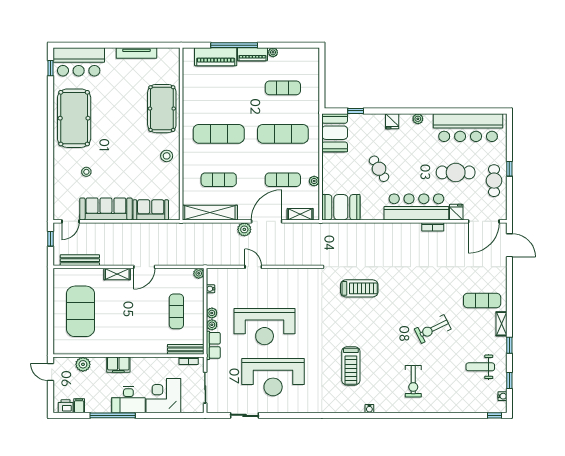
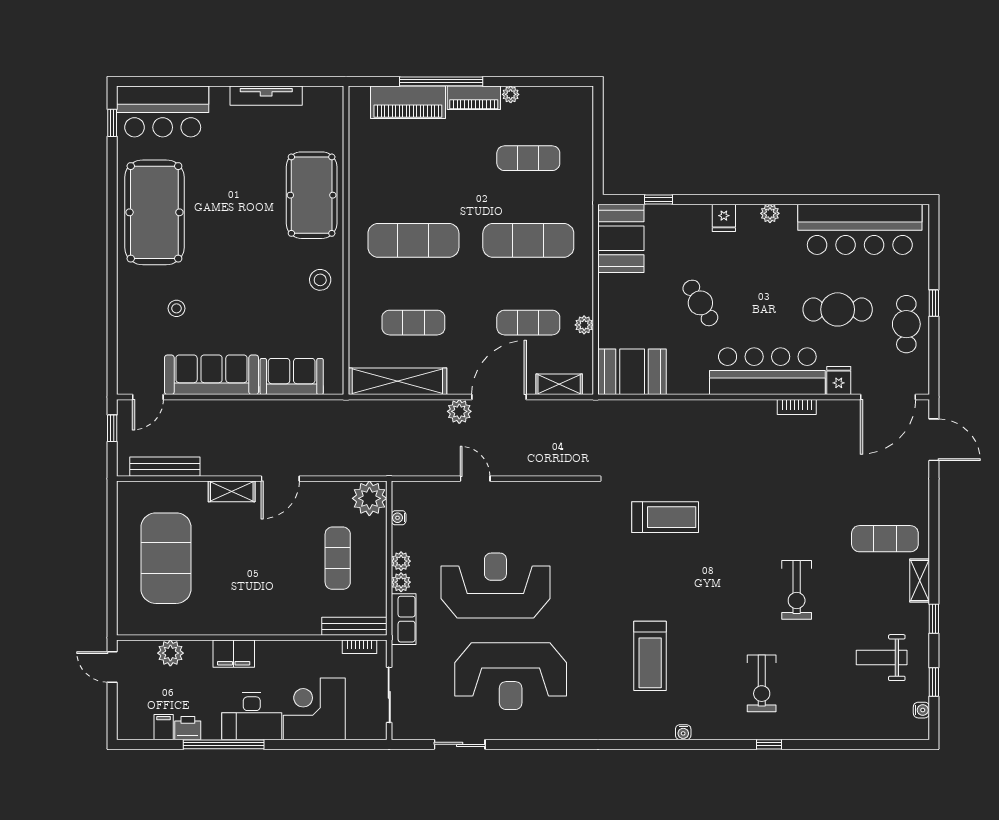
plant: (199, 273) -> (369, 498), width x1.87, depth x1.87
reception desk: (265, 327) -> (495, 586), turned 180
exercise bike: (433, 329) -> (797, 590), turned -64
printer: (66, 406) -> (188, 728), moved
window: (494, 415) -> (769, 744), moved

